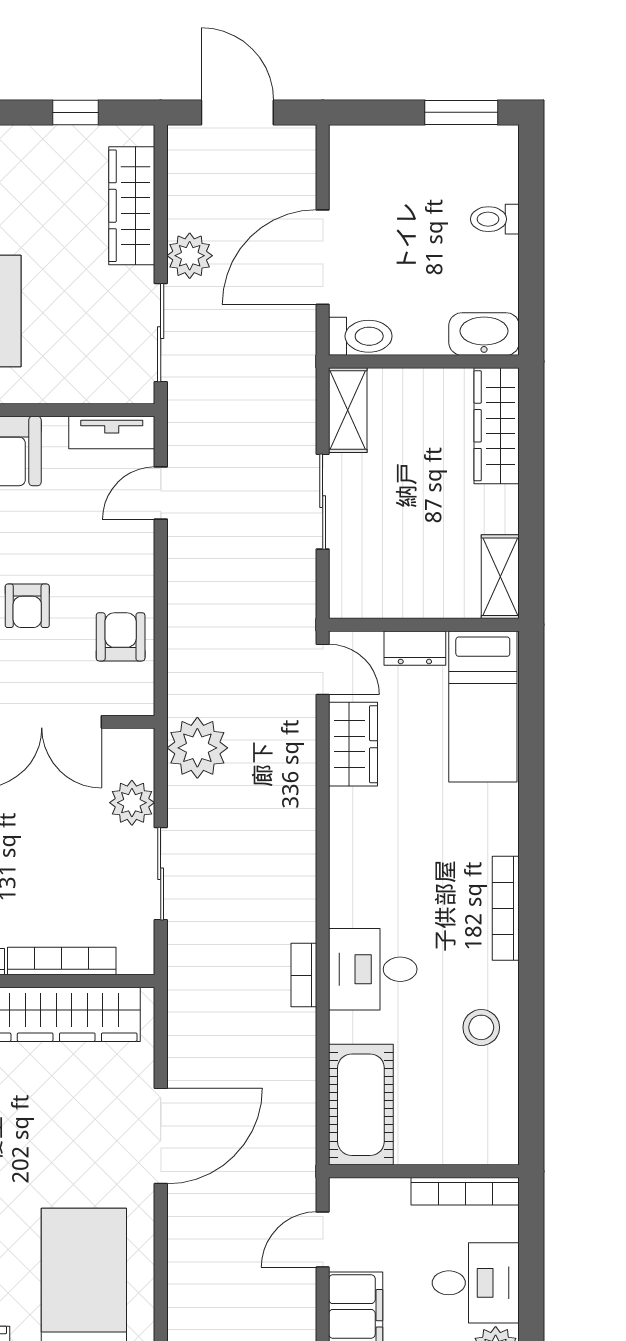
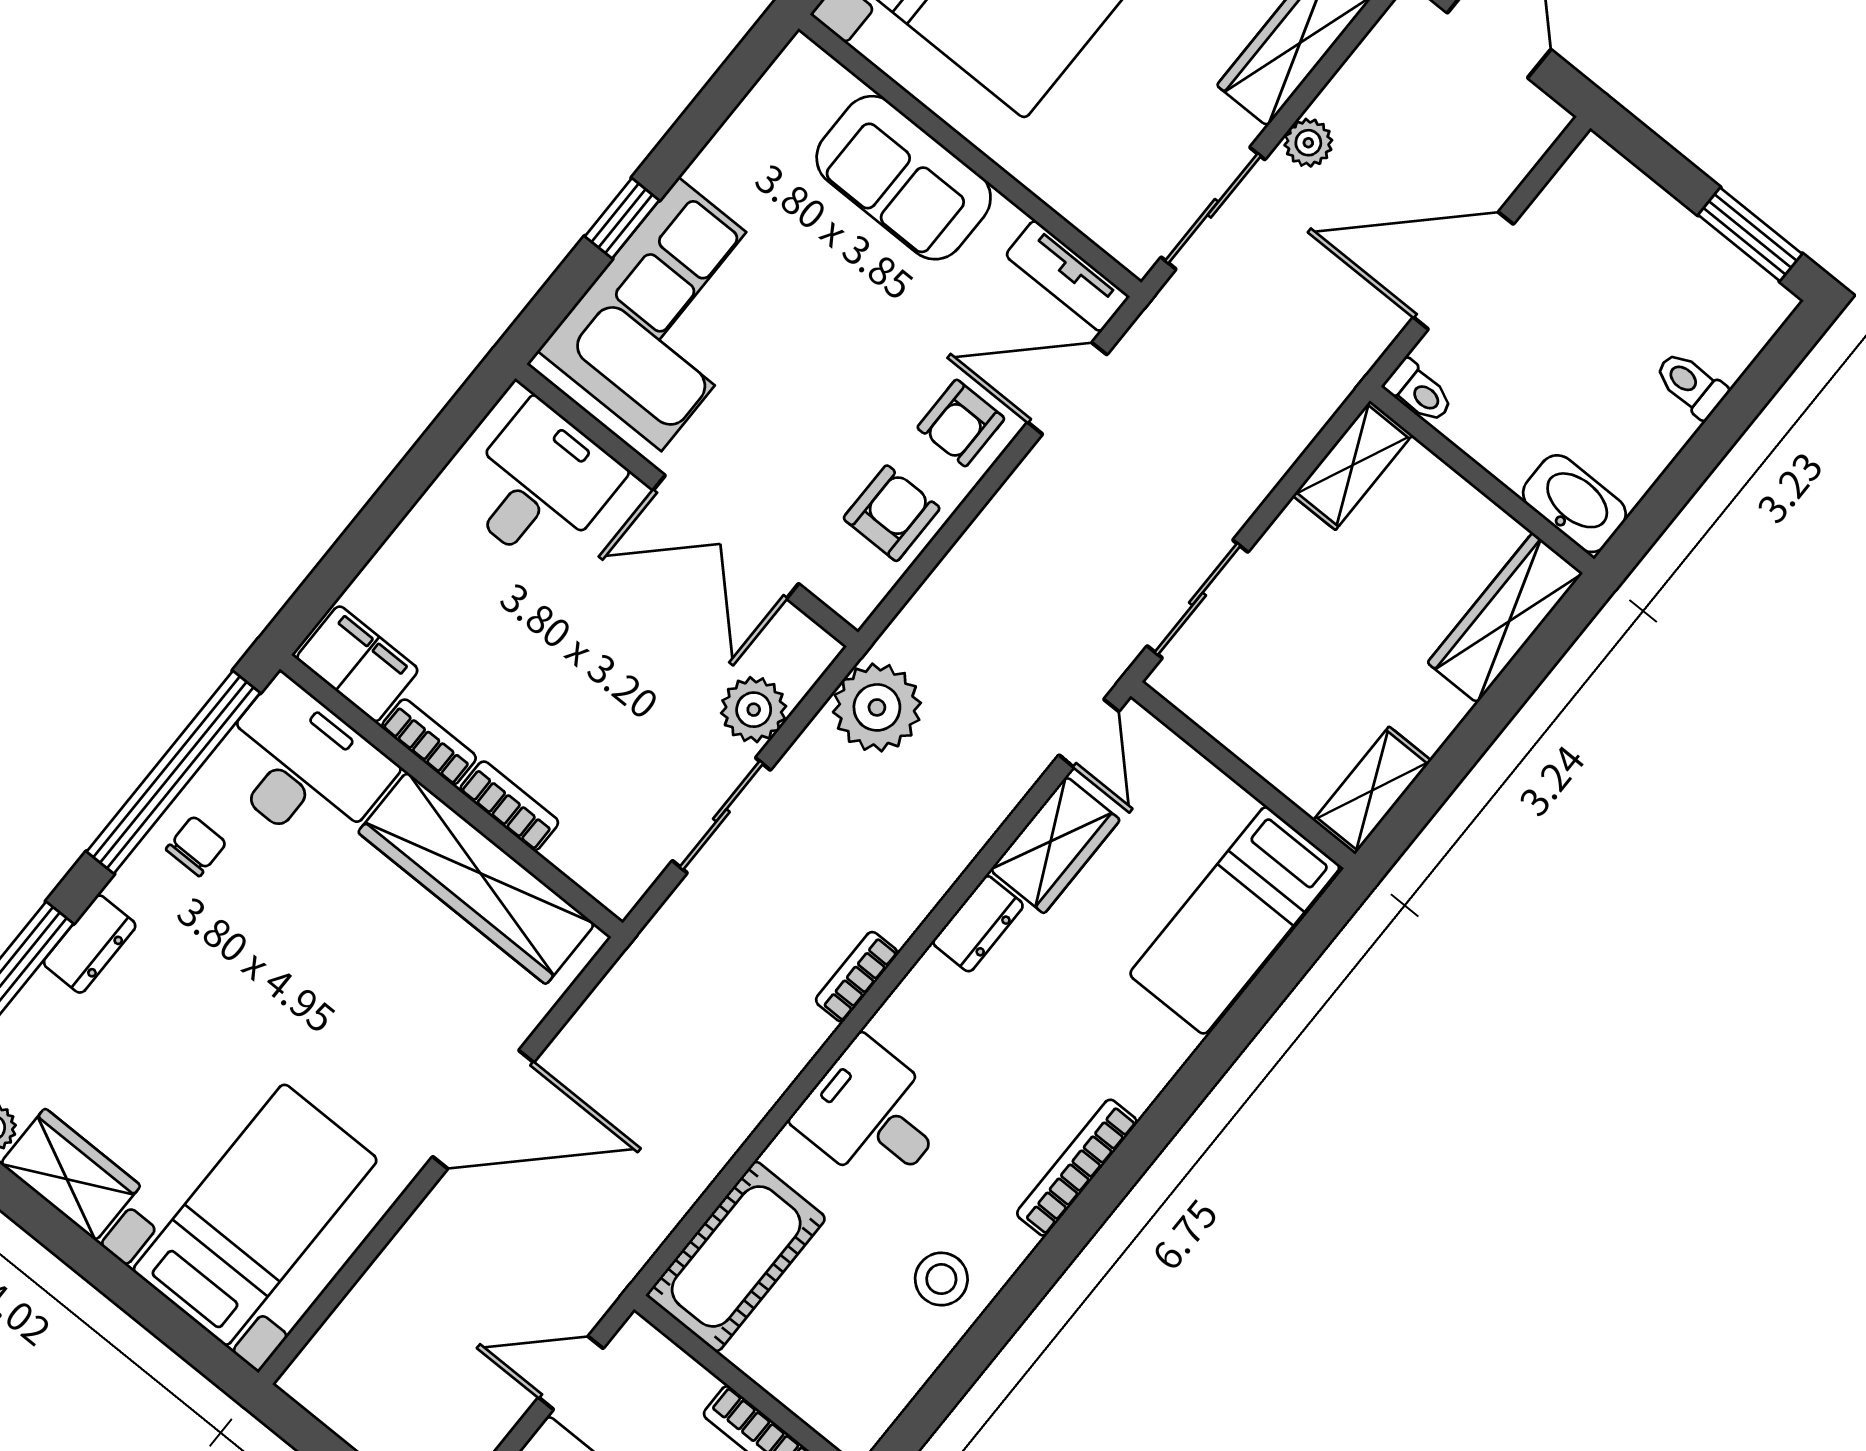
plant: (190, 256) -> (1308, 143), width x0.73, depth x0.73
toilet: (360, 336) -> (1419, 392), width x0.73, depth x0.72
door: (161, 493) -> (1067, 388), width x1.38
sliding door: (323, 502) -> (1197, 599), moved
armchair: (27, 606) -> (961, 423), moved
dresser: (415, 648) -> (978, 924), moved, turned -90
bookcase: (62, 961) -> (509, 806), width x0.64
bookcase: (304, 975) -> (857, 977), moved

